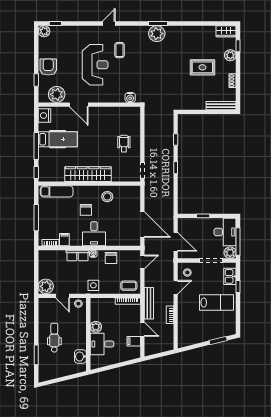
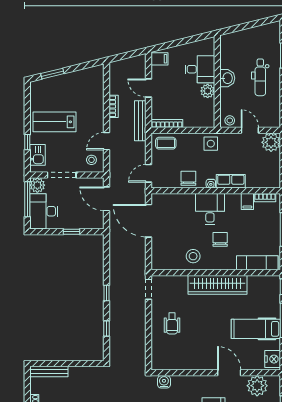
filing cabinet: (134, 341) -> (160, 59), moved
washbasin: (80, 356) -> (227, 78), moved

